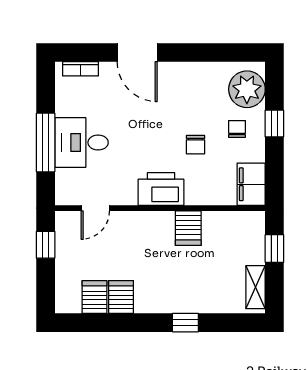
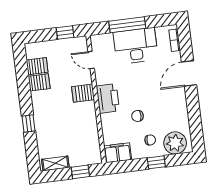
desk: (82, 143) -> (136, 46), width x1.37
server rack: (188, 228) -> (83, 93), moved

